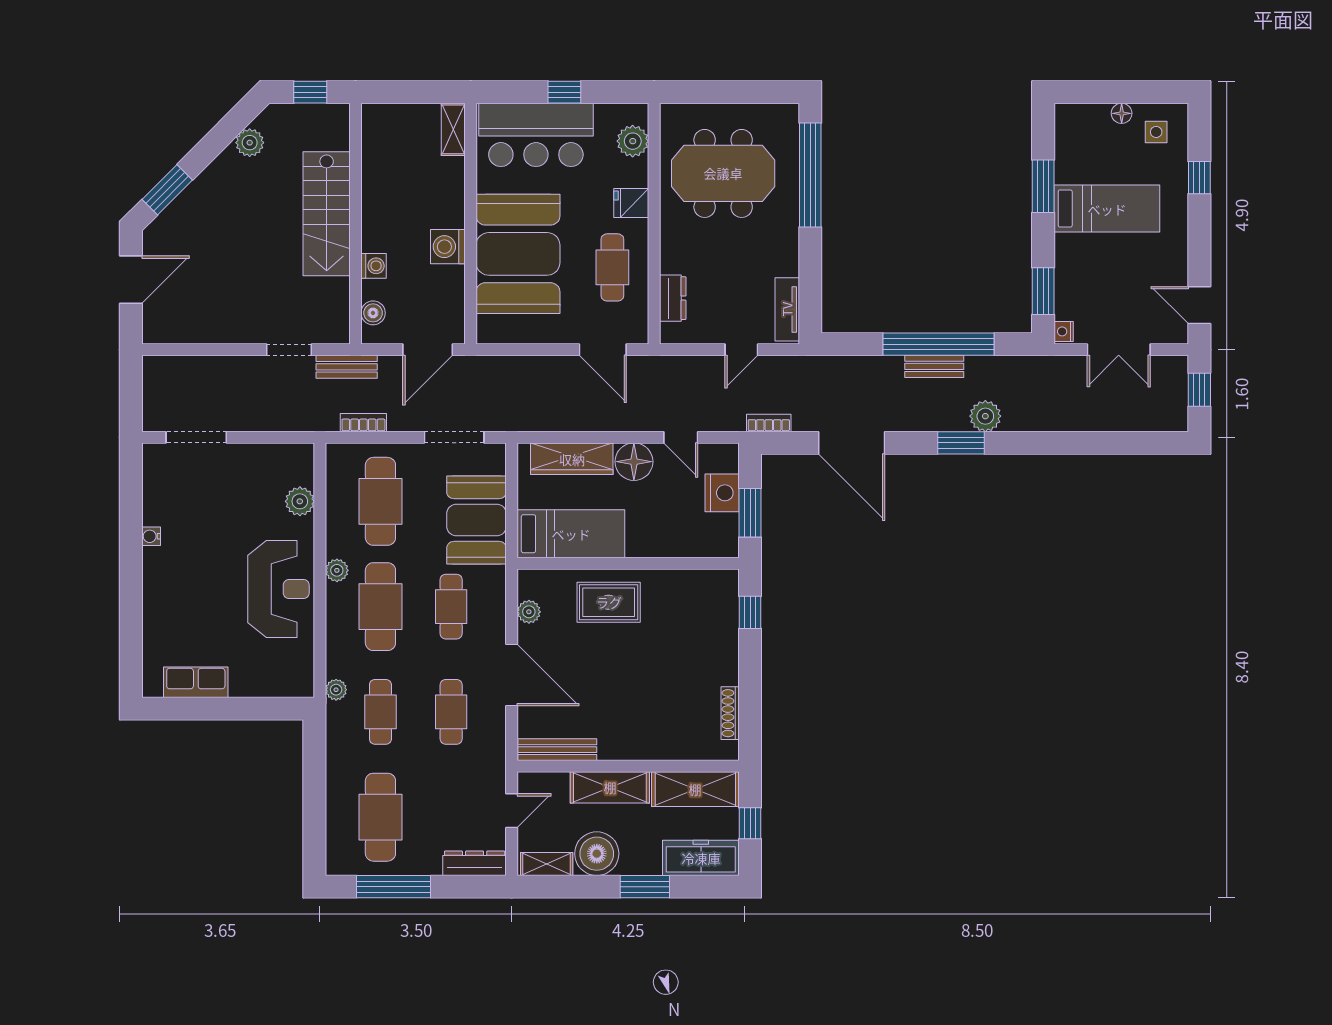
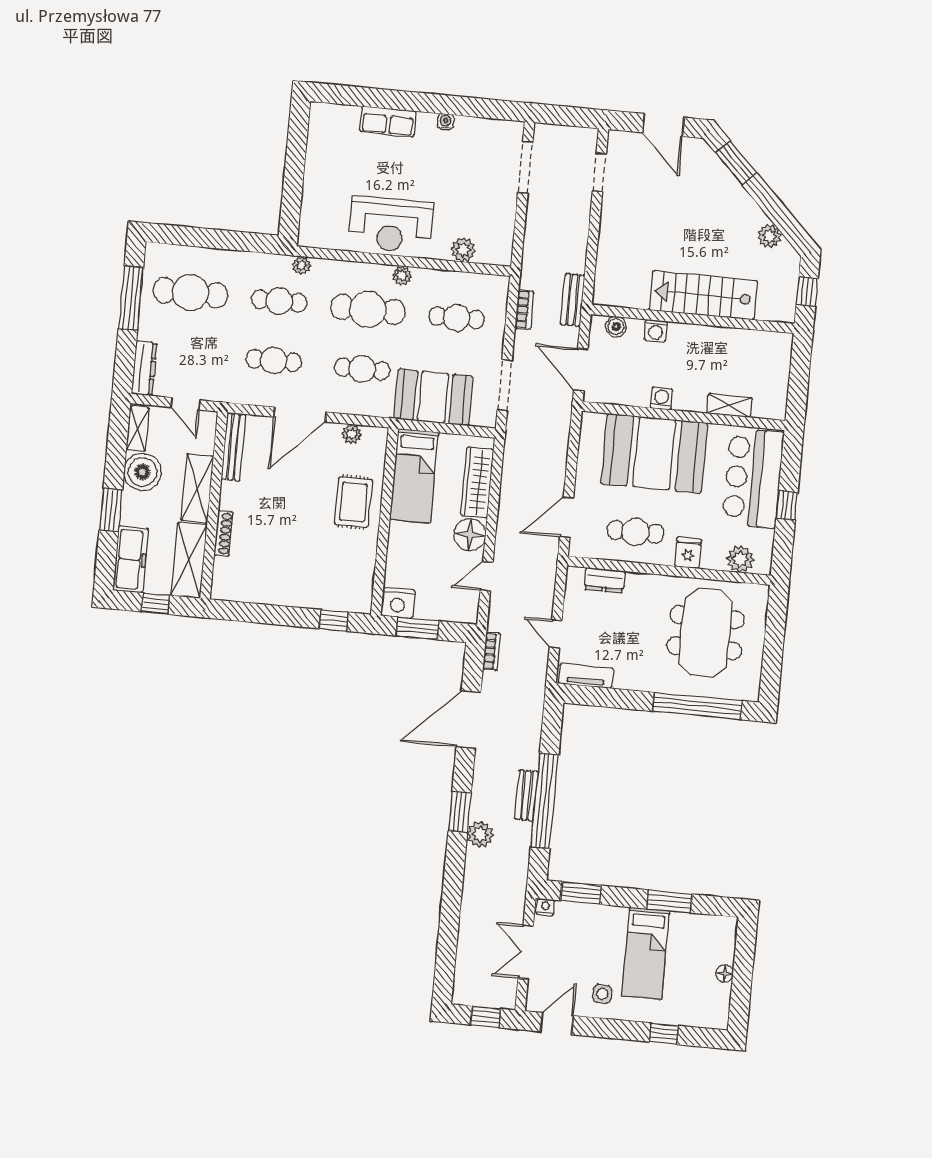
shelving: (453, 129) -> (729, 405), moved
side table: (1156, 132) -> (602, 994), moved
washing machine: (448, 247) -> (662, 398), width x0.73, depth x0.73
doorway: (289, 350) -> (599, 172), moved
nightstand: (722, 493) -> (398, 603), moved
cafe table: (380, 501) -> (457, 318), width x0.73, depth x0.74
row of seats: (196, 682) -> (388, 121), moved, turned 90
shoe rack: (730, 713) -> (223, 533), moved, turned 90

